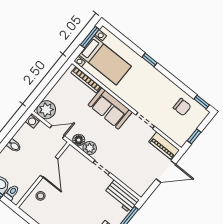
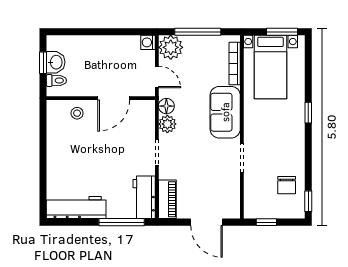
window: (50, 86) -> (198, 32), added
bidet: (14, 146) -> (107, 44), removed
piano: (164, 146) -> (167, 199), moved, turned 180

